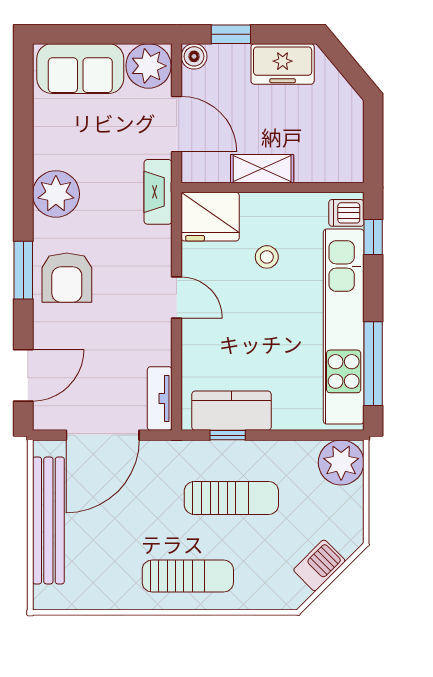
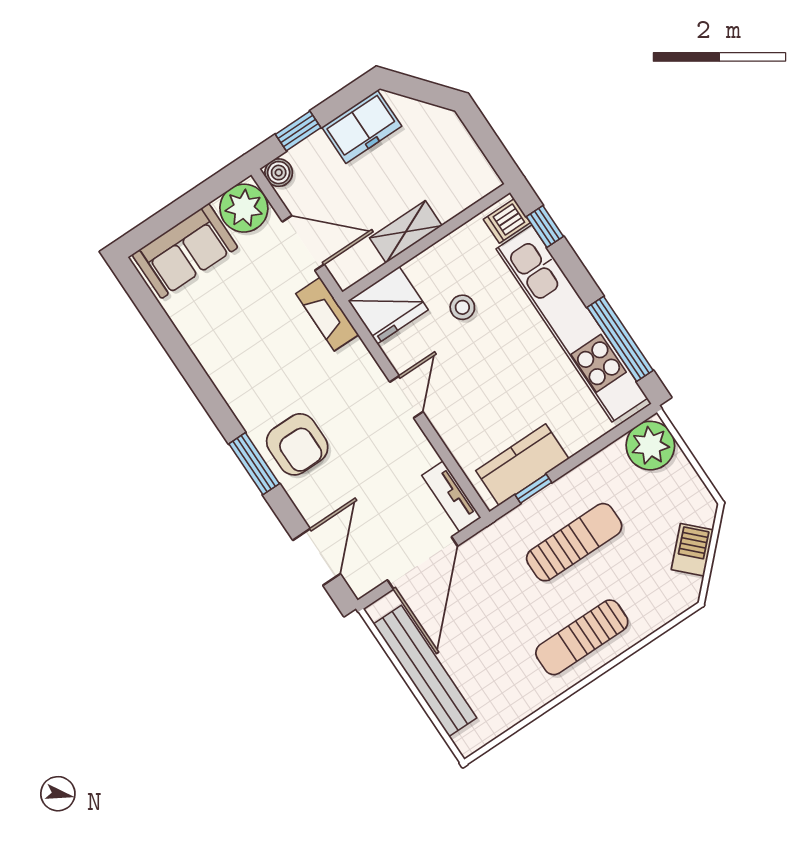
plant: (56, 194) -> (238, 377), removed
door: (177, 297) -> (406, 397), hinge flipped
sun lounger: (188, 576) -> (582, 637), turned 180

